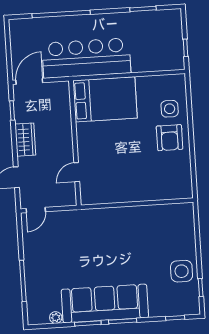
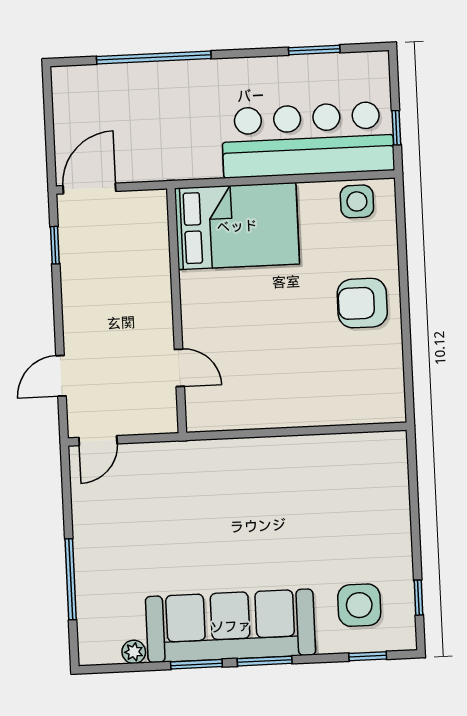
bar counter: (86, 58) -> (308, 140), moved
side table: (170, 109) -> (357, 201), moved
armchair: (170, 138) -> (362, 303), turned 90
wardrobe: (25, 140) -> (80, 302), removed
door: (77, 172) -> (179, 368), swing flipped
side table: (182, 271) -> (359, 605), moved

